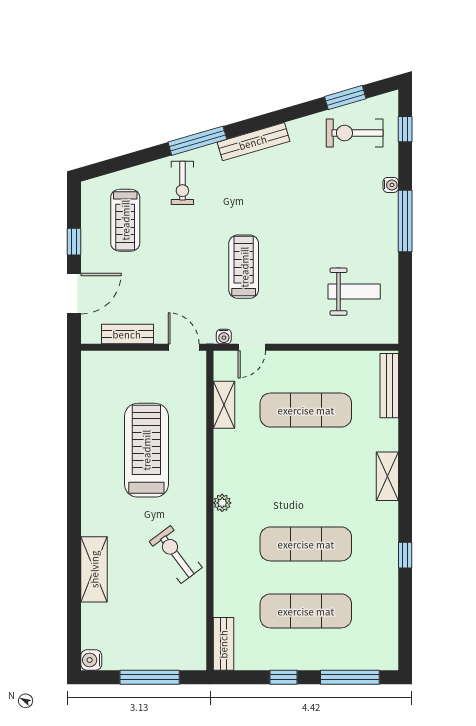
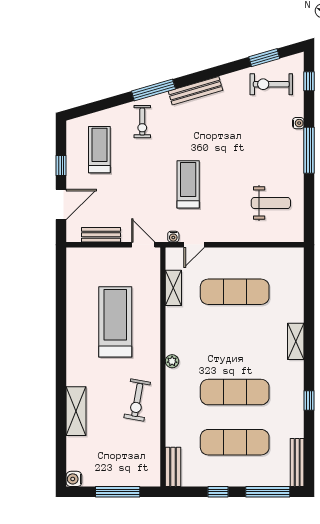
treadmill: (125, 220) -> (99, 150), turned 180
bench: (389, 386) -> (297, 463), moved
exercise bike: (176, 554) -> (137, 400), turned -133

